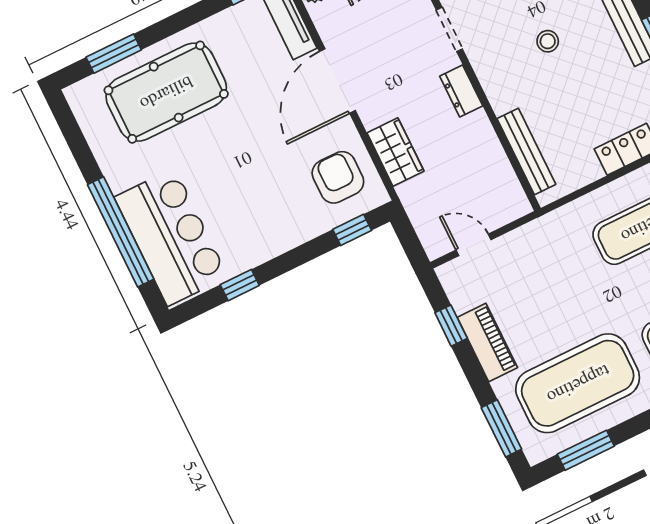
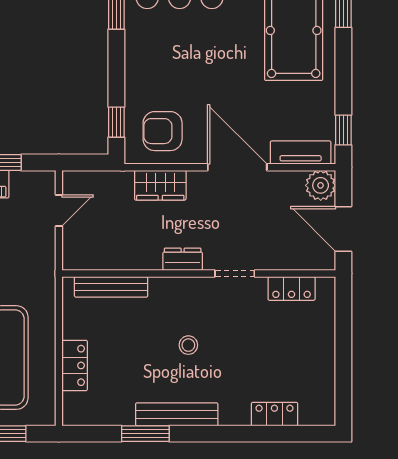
armchair: (338, 177) -> (163, 131), turned 180

